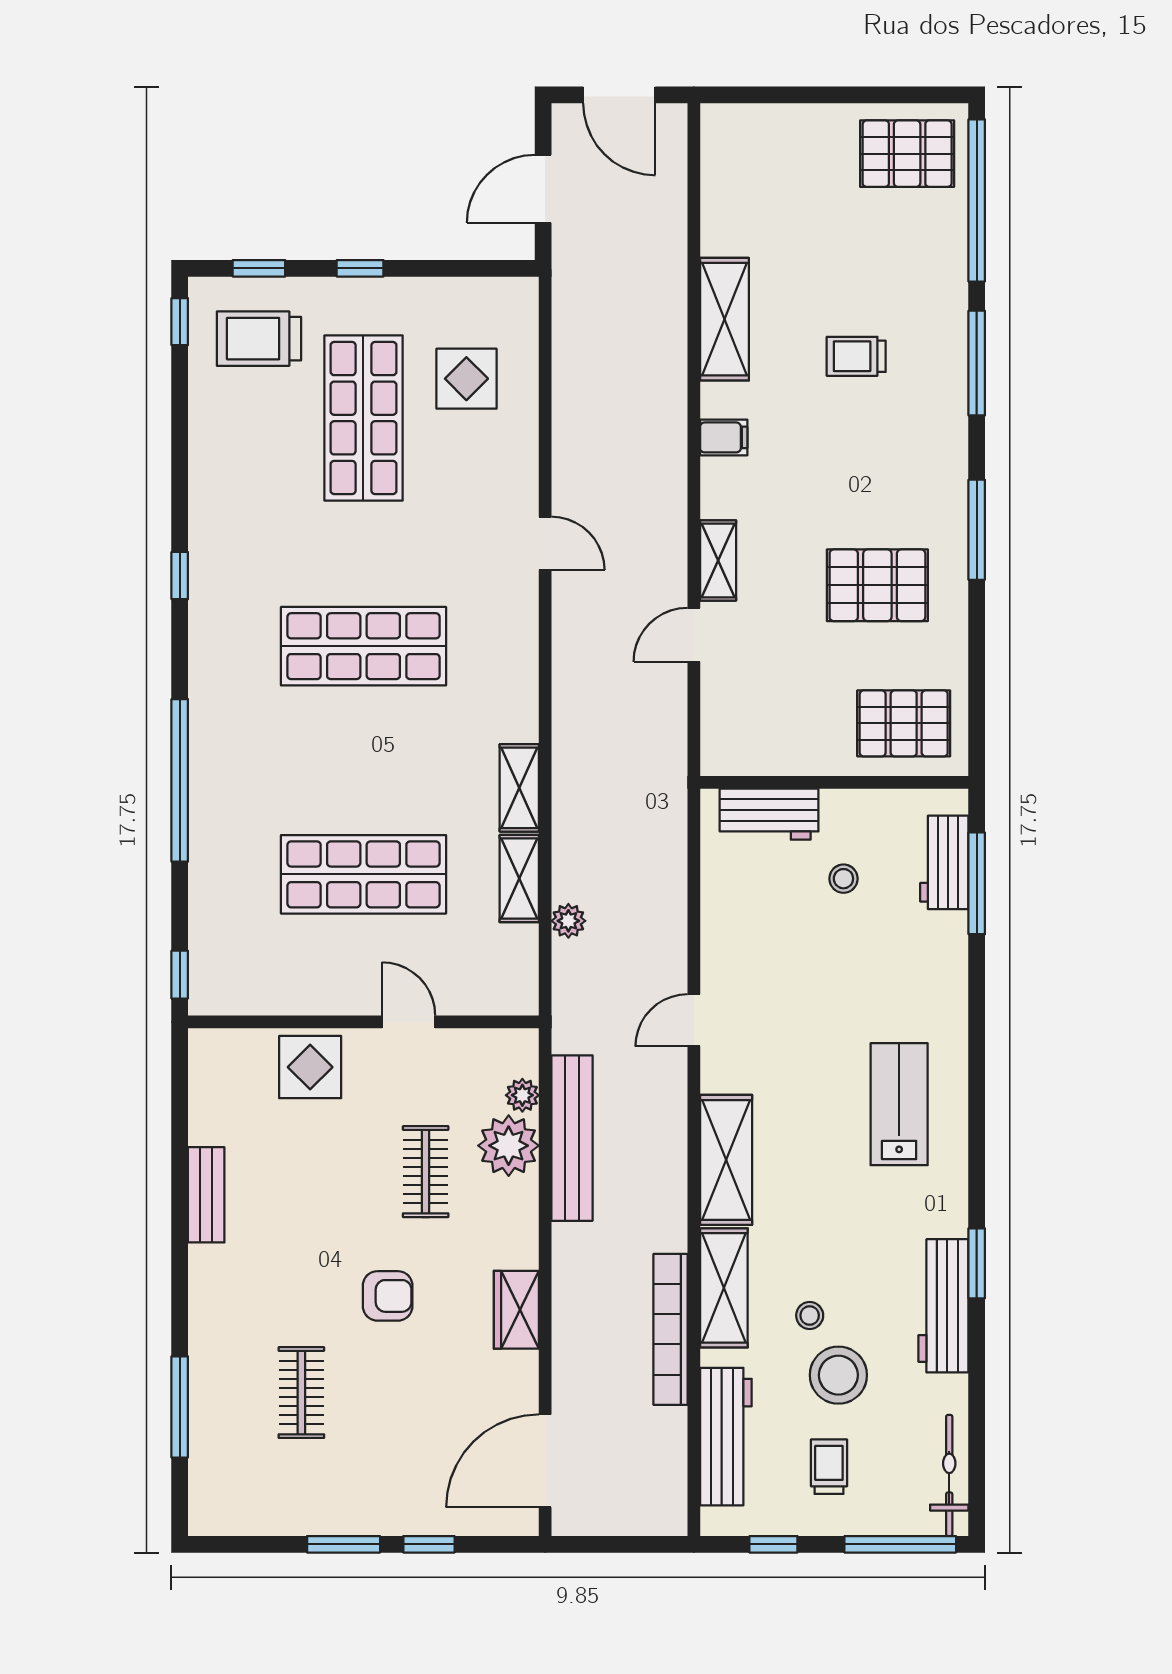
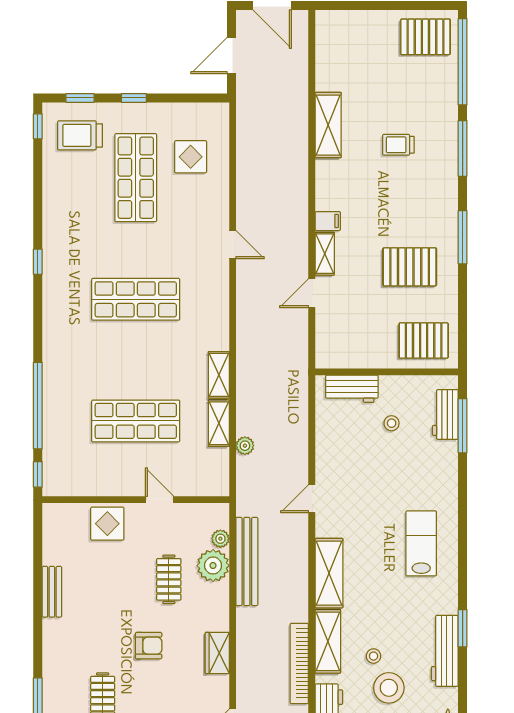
filing cabinet: (724, 437) -> (328, 221), moved
window: (180, 780) -> (38, 406), moved

